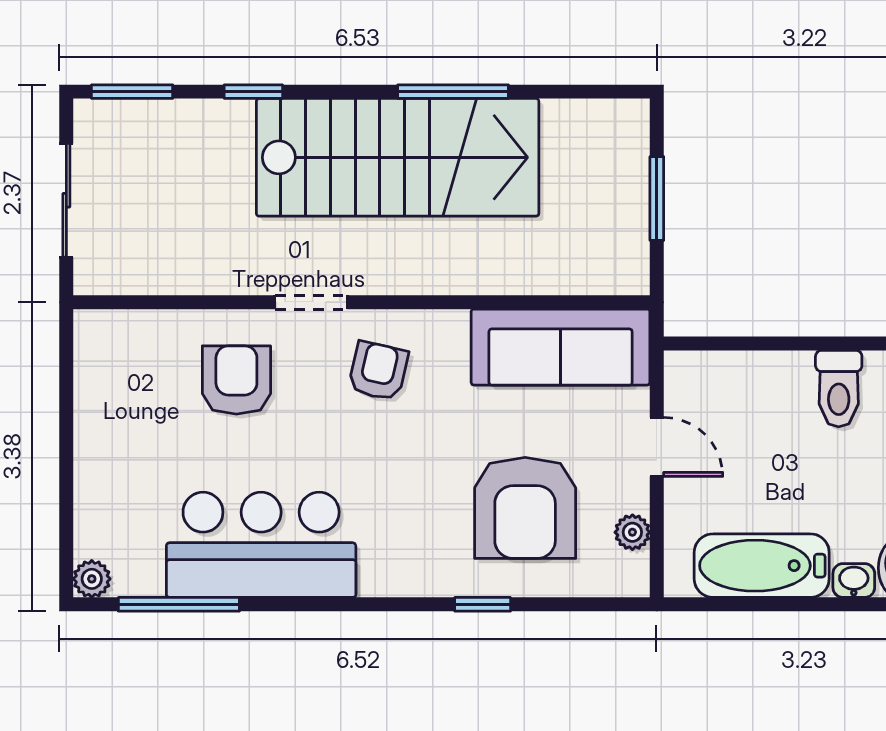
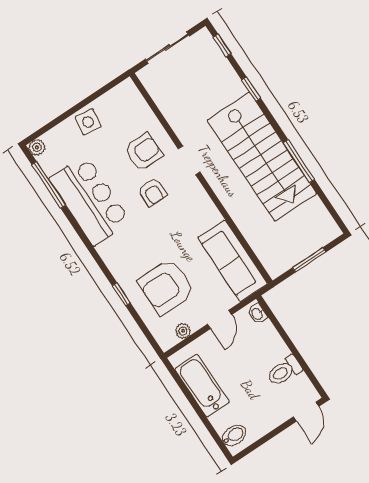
window: (132, 92) -> (222, 45), width x0.67
armchair: (378, 371) -> (152, 192), moved, turned 77
side table: (108, 448) -> (88, 122), added
washbasin: (854, 581) -> (257, 314), moved, turned 180

